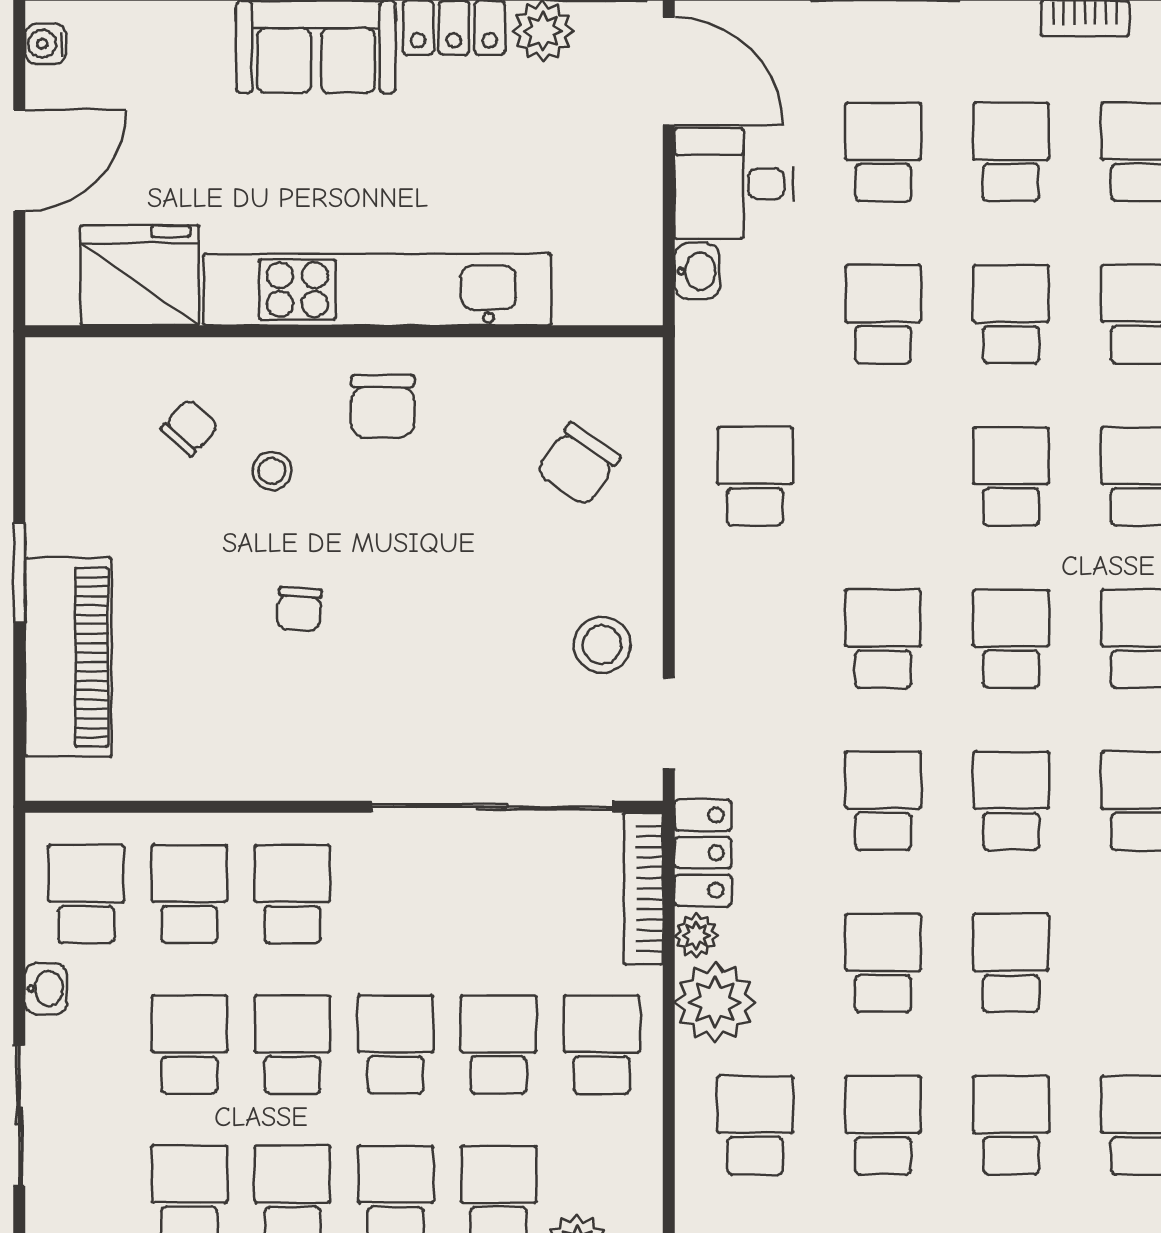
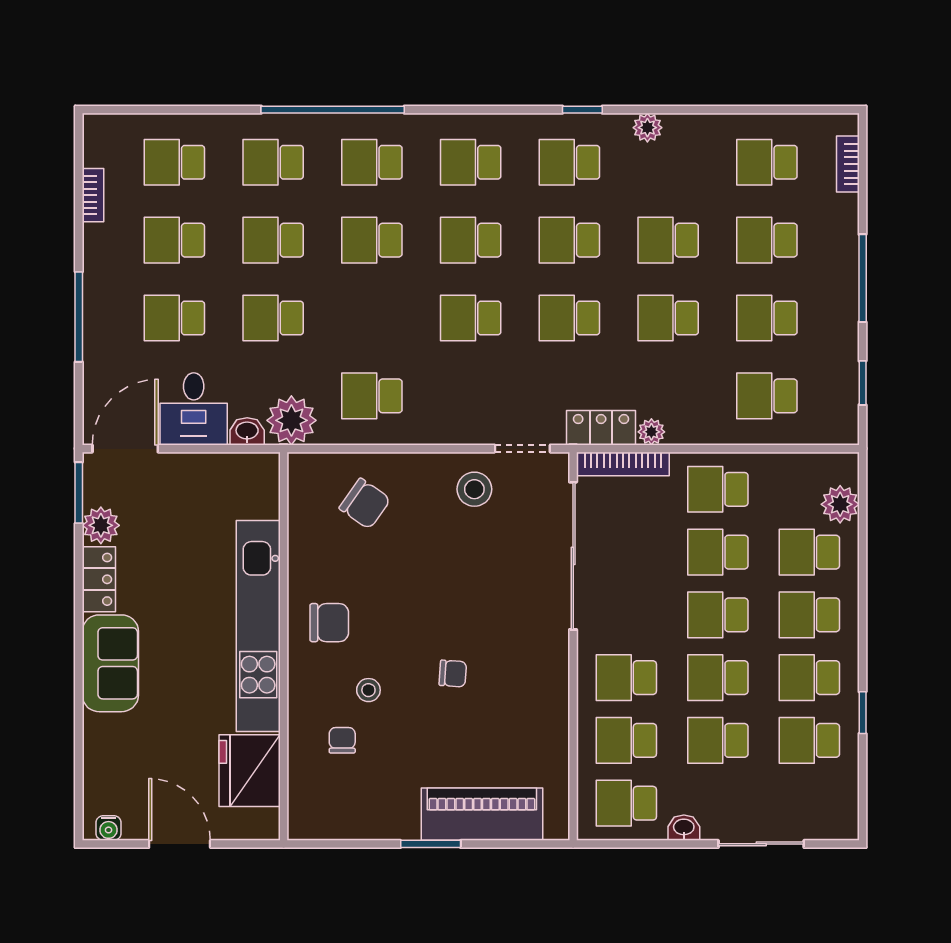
chair: (190, 428) -> (342, 740), turned 47
plant: (715, 1002) -> (291, 420), moved

